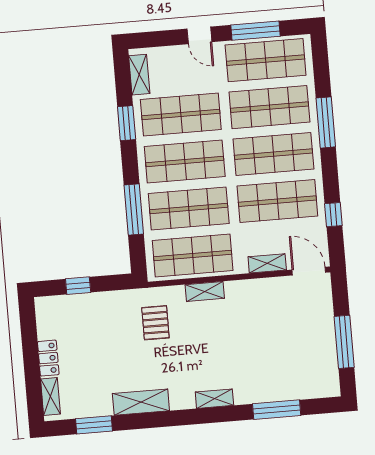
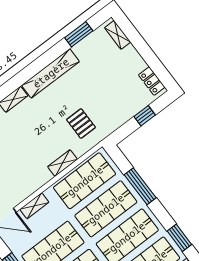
locker: (48, 358) -> (152, 81), moved
shelving: (141, 402) -> (51, 73), width x1.47

